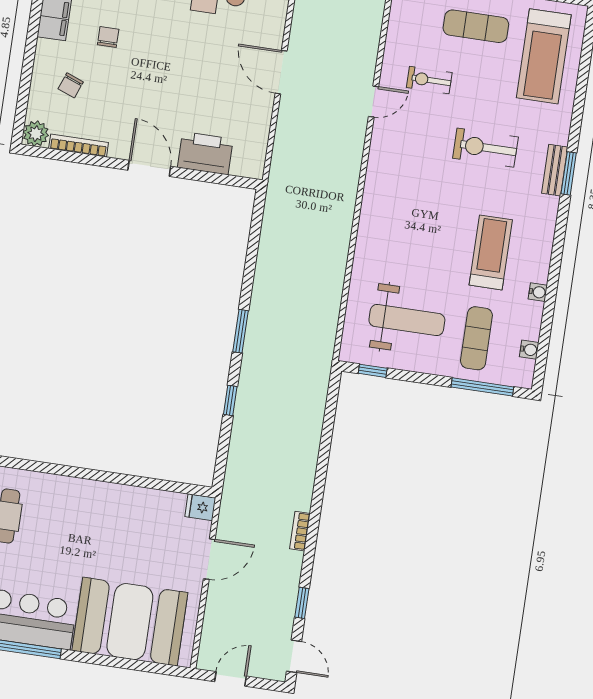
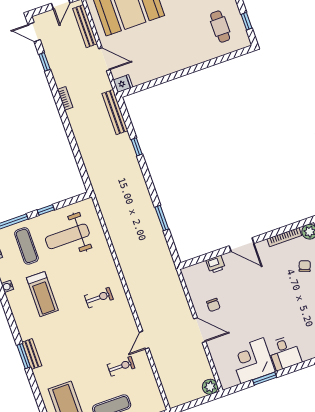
chair: (108, 37) -> (213, 305), moved
exercise bike: (485, 148) -> (99, 298), moved, width x0.73, depth x0.72
printer: (205, 153) -> (216, 264), width x0.53, depth x0.68
window: (240, 331) -> (162, 218), moved
window: (373, 371) -> (46, 210), moved
bench: (235, 470) -> (115, 112), added
door: (209, 559) -> (104, 59), swing flipped
bench: (212, 625) -> (85, 26), added

